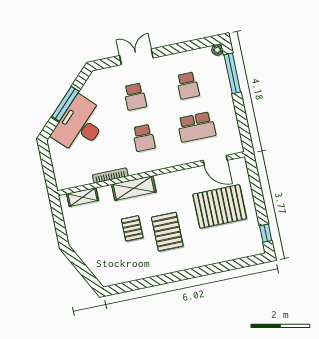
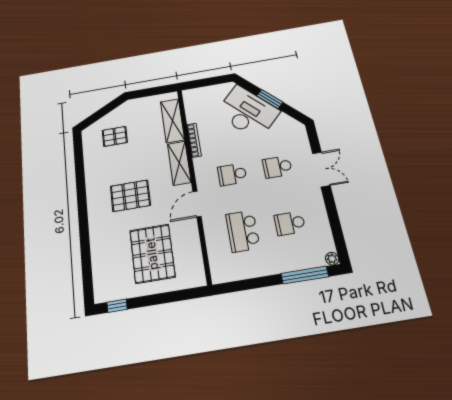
window: (65, 104) -> (270, 99), width x0.69
door: (215, 160) -> (197, 204), moved
shelving: (83, 197) -> (172, 121), width x1.50, depth x1.33
pallet: (132, 228) -> (115, 136), moved

